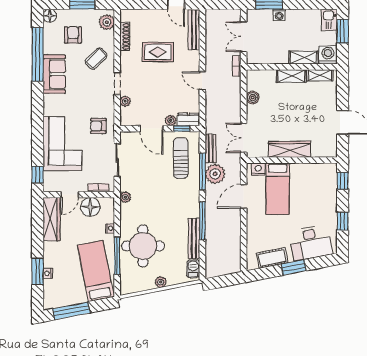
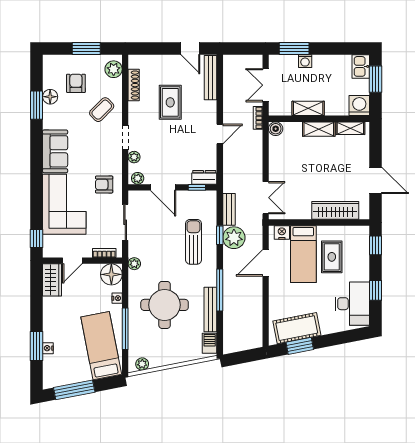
floor lamp: (50, 16) -> (50, 97), moved
rug: (158, 52) -> (170, 102), turned 90
window: (38, 54) -> (37, 105), width x0.47
shelving: (303, 58) -> (308, 108), moved
sofa: (54, 74) -> (55, 151), moved
door: (202, 81) -> (220, 134), swing flipped
boiler: (253, 98) -> (276, 129), moved
plant: (171, 120) -> (138, 178), moved
double door: (244, 138) -> (266, 198), swing flipped
wardrobe: (290, 149) -> (335, 210), moved
sun lounger: (181, 158) -> (194, 242), moved
window: (202, 172) -> (220, 235), width x0.46
rug: (303, 191) -> (332, 257), added
floor lamp: (90, 207) -> (111, 274), moved
wardrobe: (51, 219) -> (52, 280), width x0.67
desk: (311, 243) -> (352, 304), moved, turned -79
round table: (143, 246) -> (165, 305), moved
cot: (272, 258) -> (297, 328), width x1.37, depth x1.34
window: (294, 267) -> (300, 346), moved
plant: (161, 282) -> (142, 364), moved

